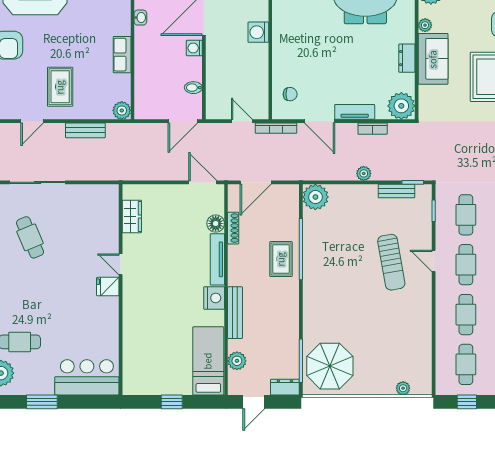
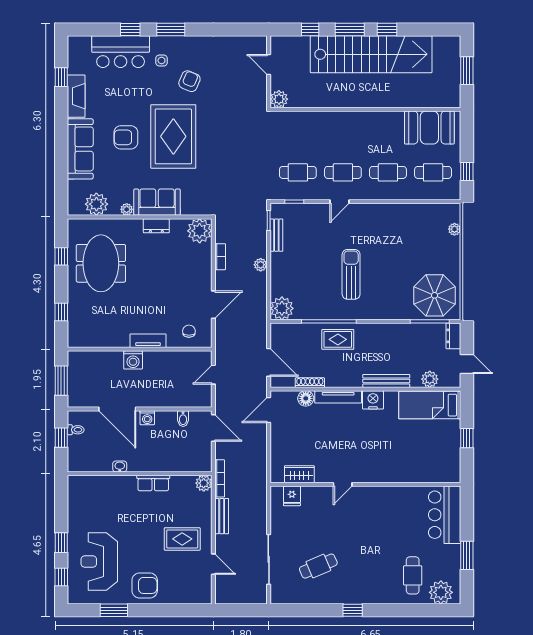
tv unit: (355, 112) -> (148, 341), moved, turned 90
bookcase: (276, 128) -> (220, 478), moved
sun lounger: (391, 262) -> (351, 274), moved, turned -80
fridge: (108, 287) -> (292, 496), moved

